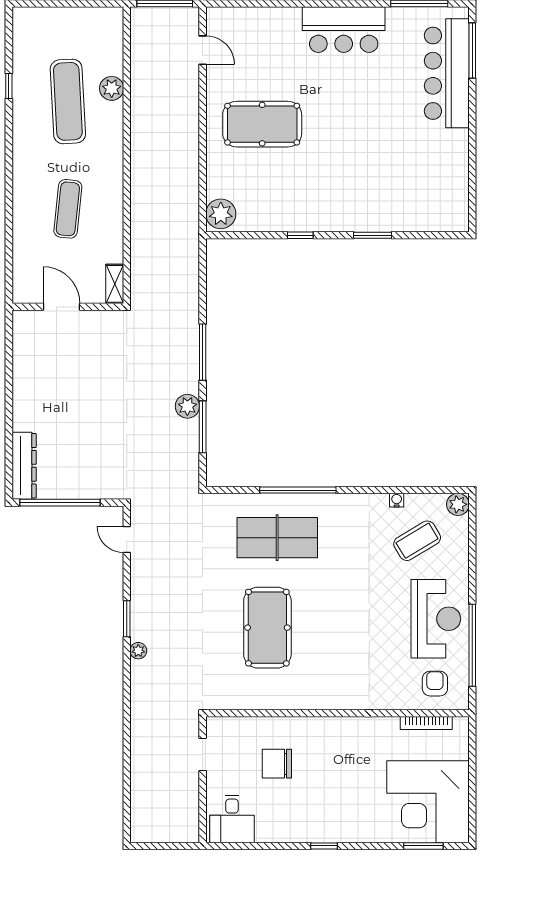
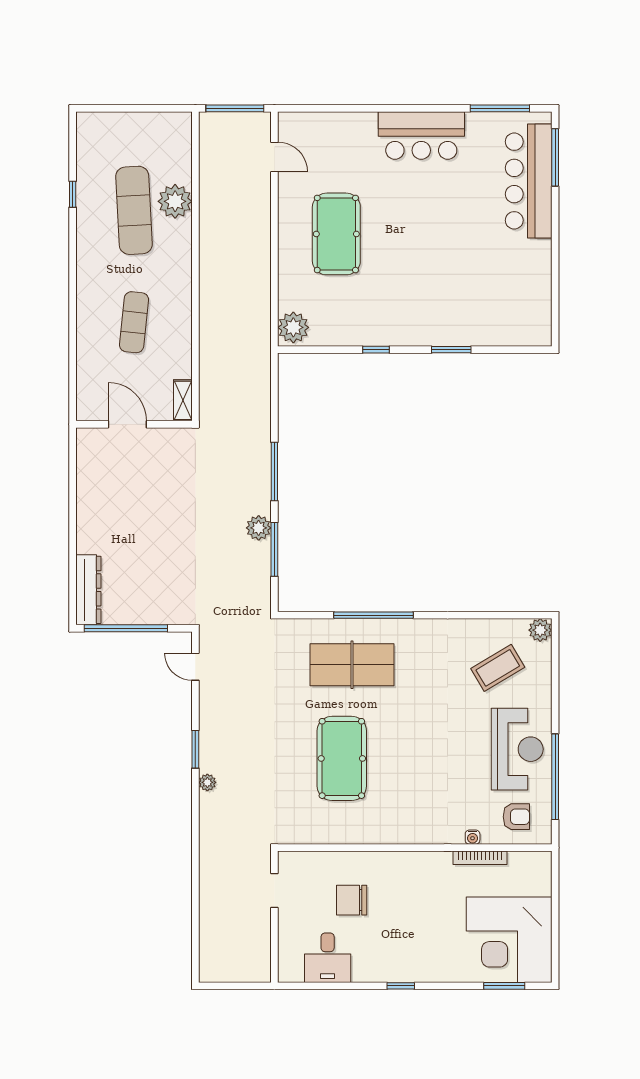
plant: (112, 88) -> (175, 201), width x1.36, depth x1.36
pool table: (262, 124) -> (336, 234), turned 90
water cooler: (397, 500) -> (473, 837), moved, turned 180
armchair: (435, 684) -> (516, 817), turned 90
bookcase: (426, 723) -> (480, 858), moved
desk: (232, 819) -> (328, 958), moved

